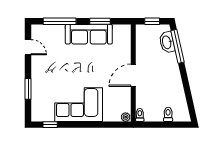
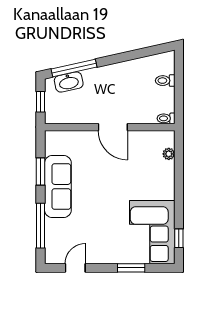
corner sofa: (79, 105) -> (152, 232), moved
plant: (126, 117) -> (169, 154), moved

